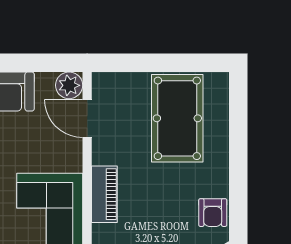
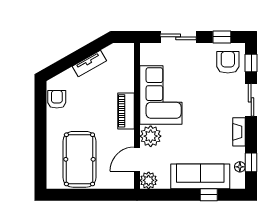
door: (87, 119) -> (137, 159), swing flipped
plant: (66, 155) -> (151, 136), added

